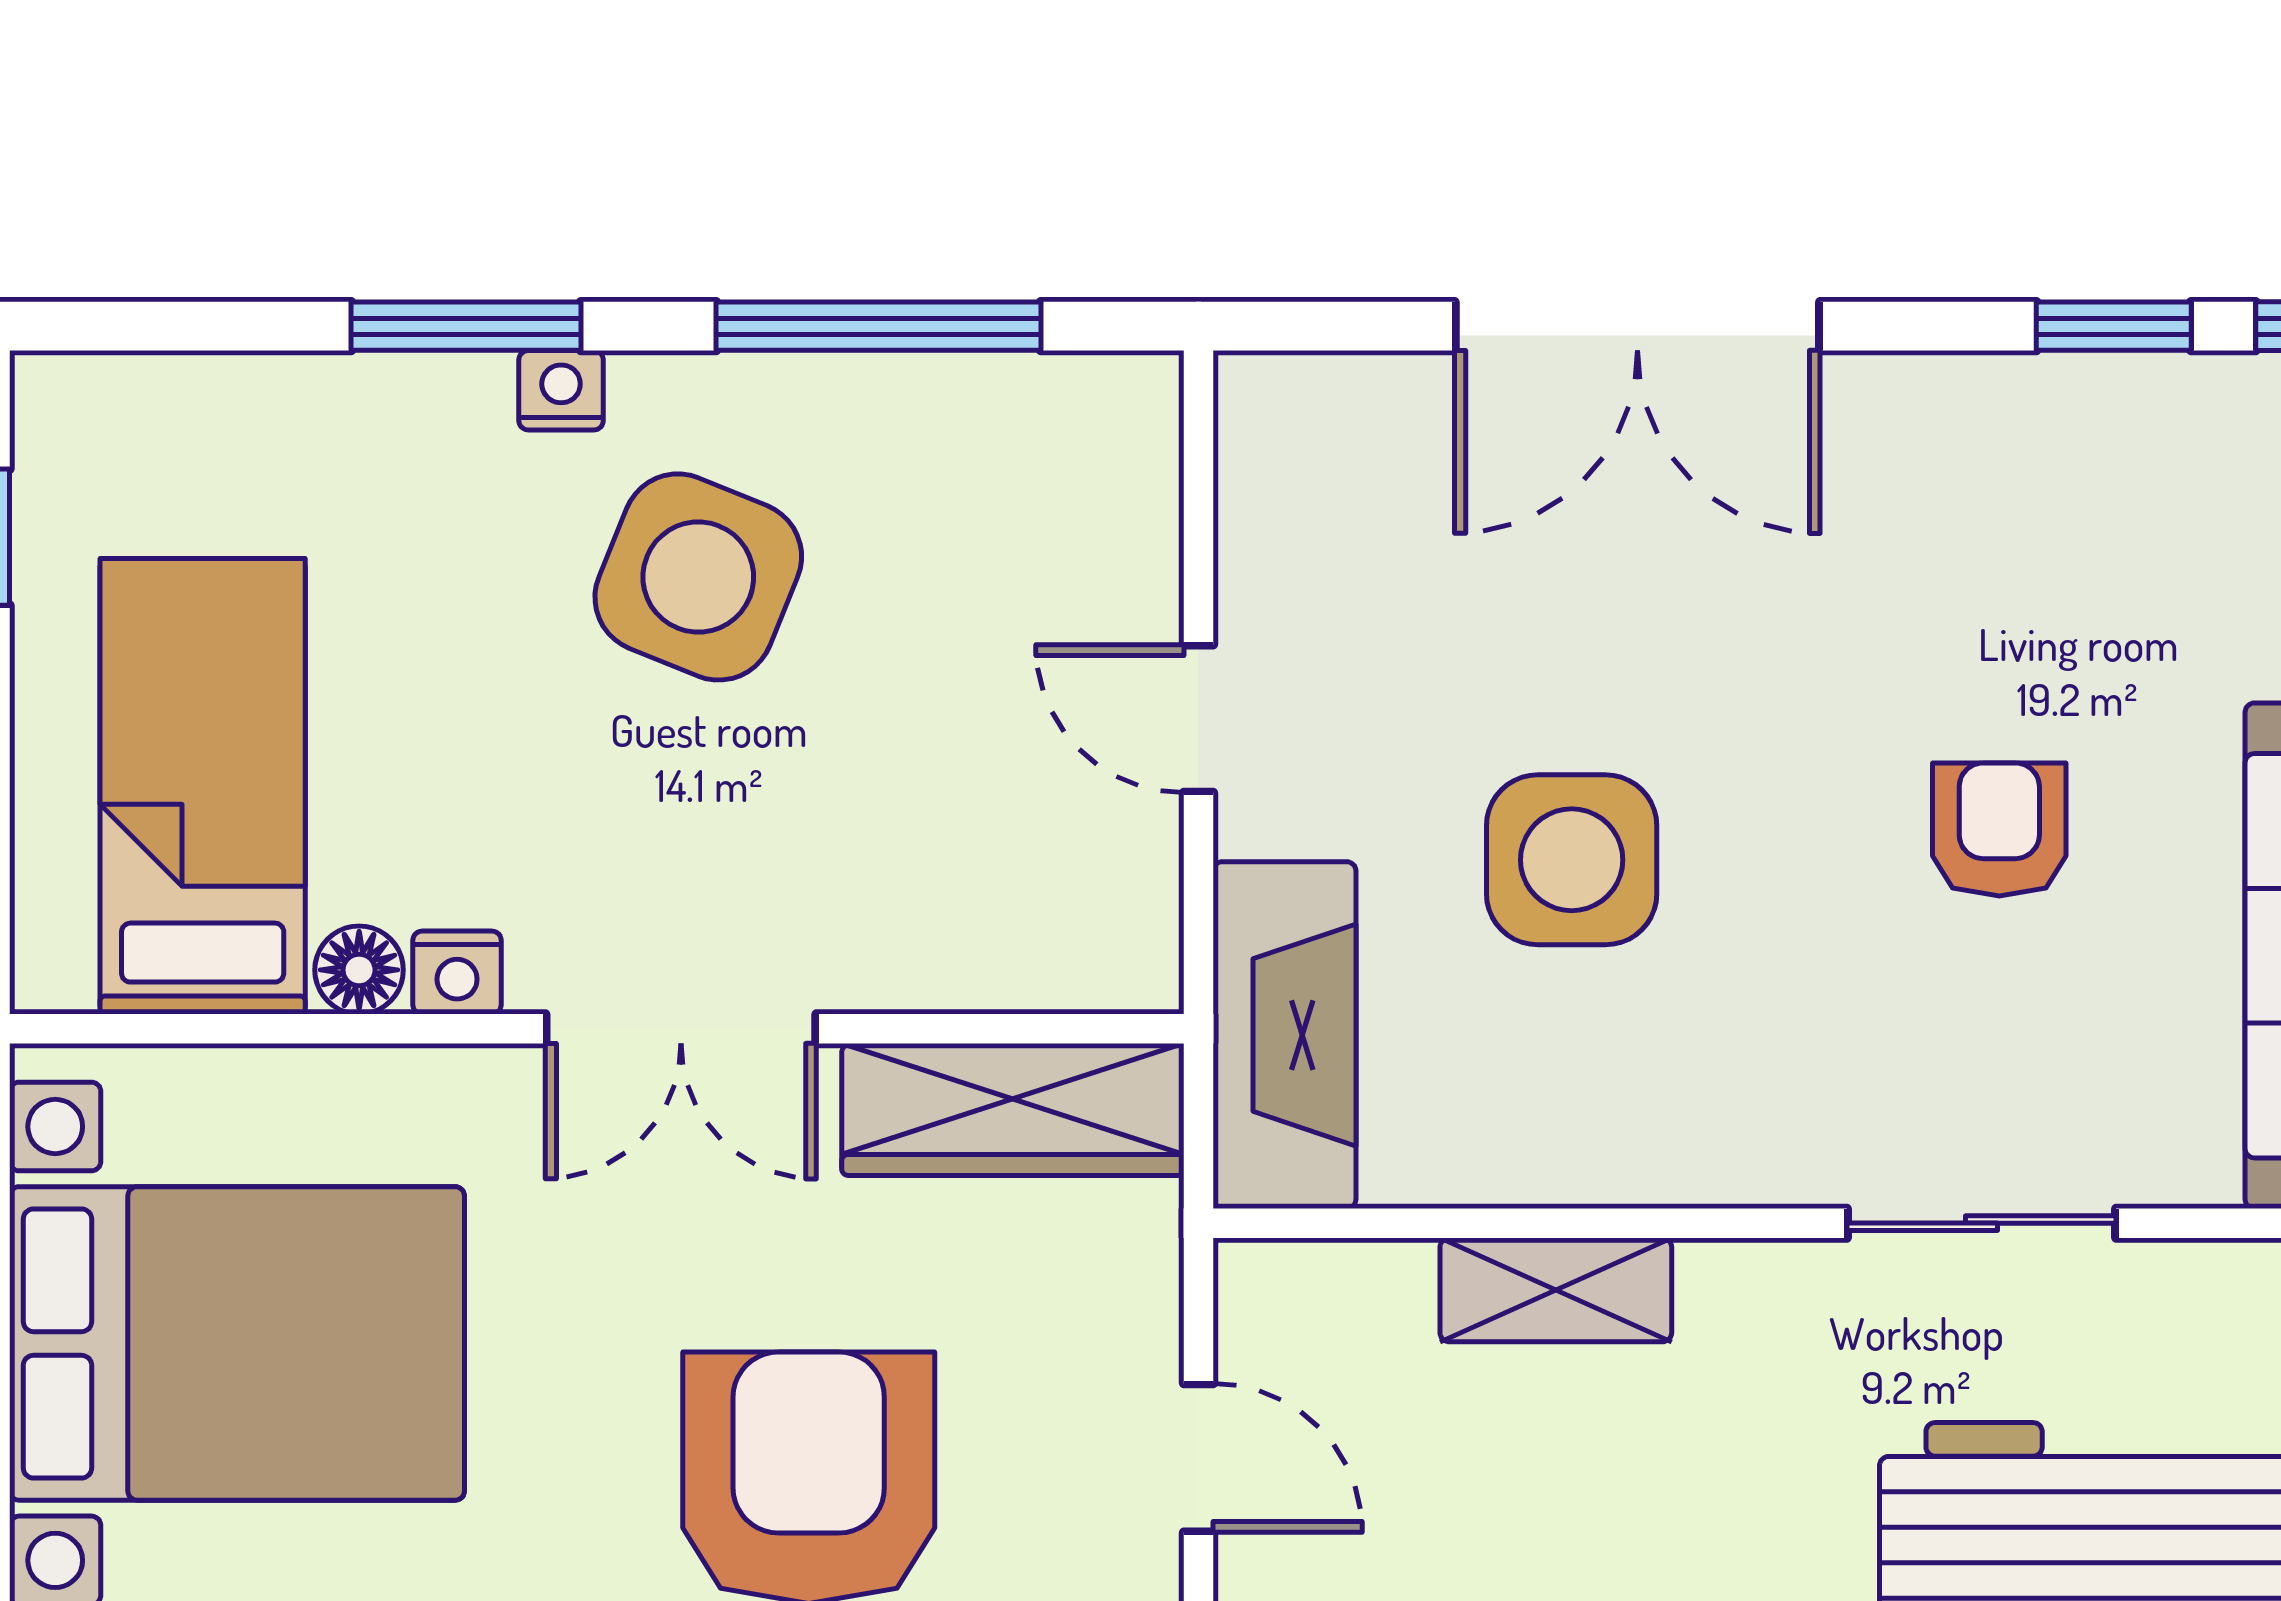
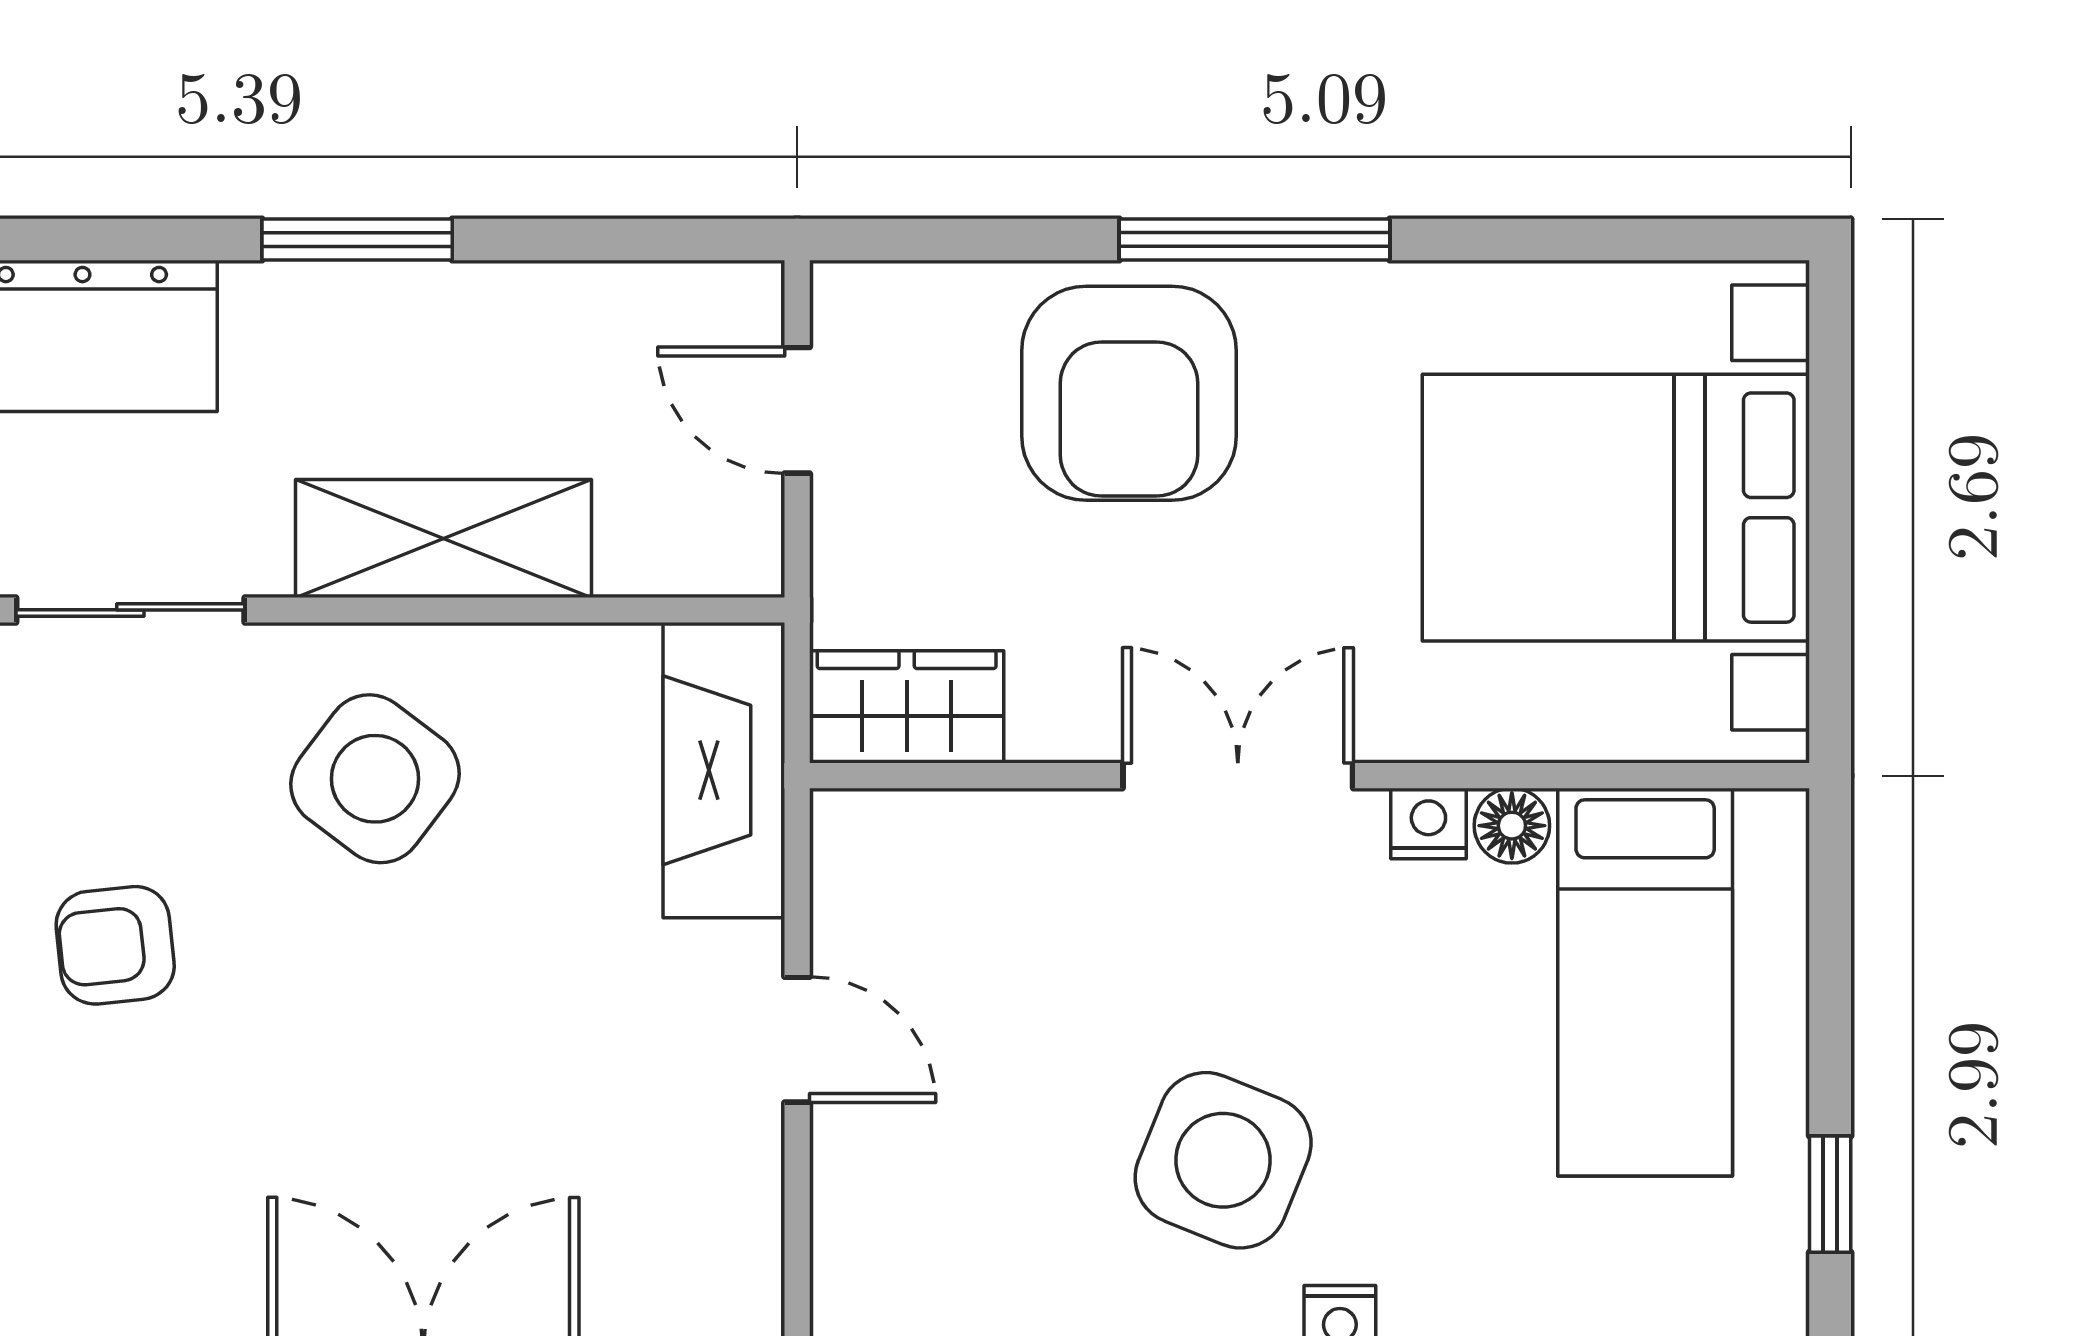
armchair: (1999, 829) -> (115, 945), turned 84
side table: (1572, 860) -> (375, 779), moved, turned 37
wardrobe: (1013, 1109) -> (907, 707), width x0.67
shelving: (1556, 1290) -> (444, 538), width x1.50, depth x1.33

